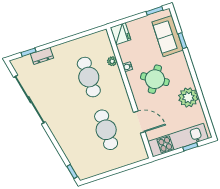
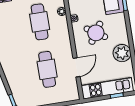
door: (139, 122) -> (77, 67), hinge flipped

